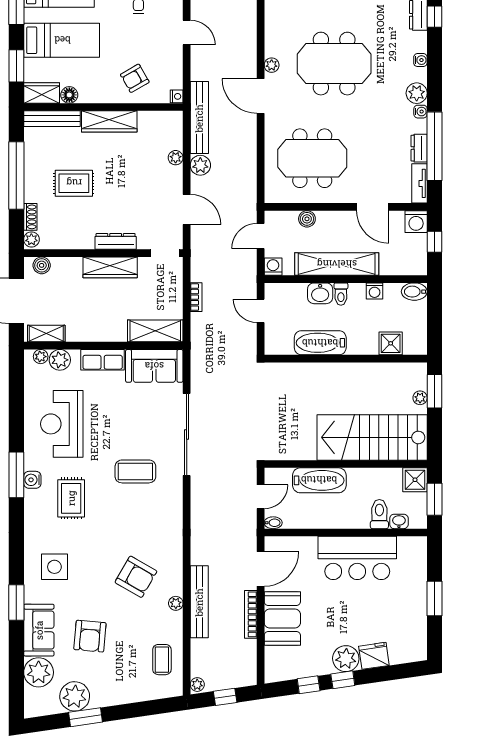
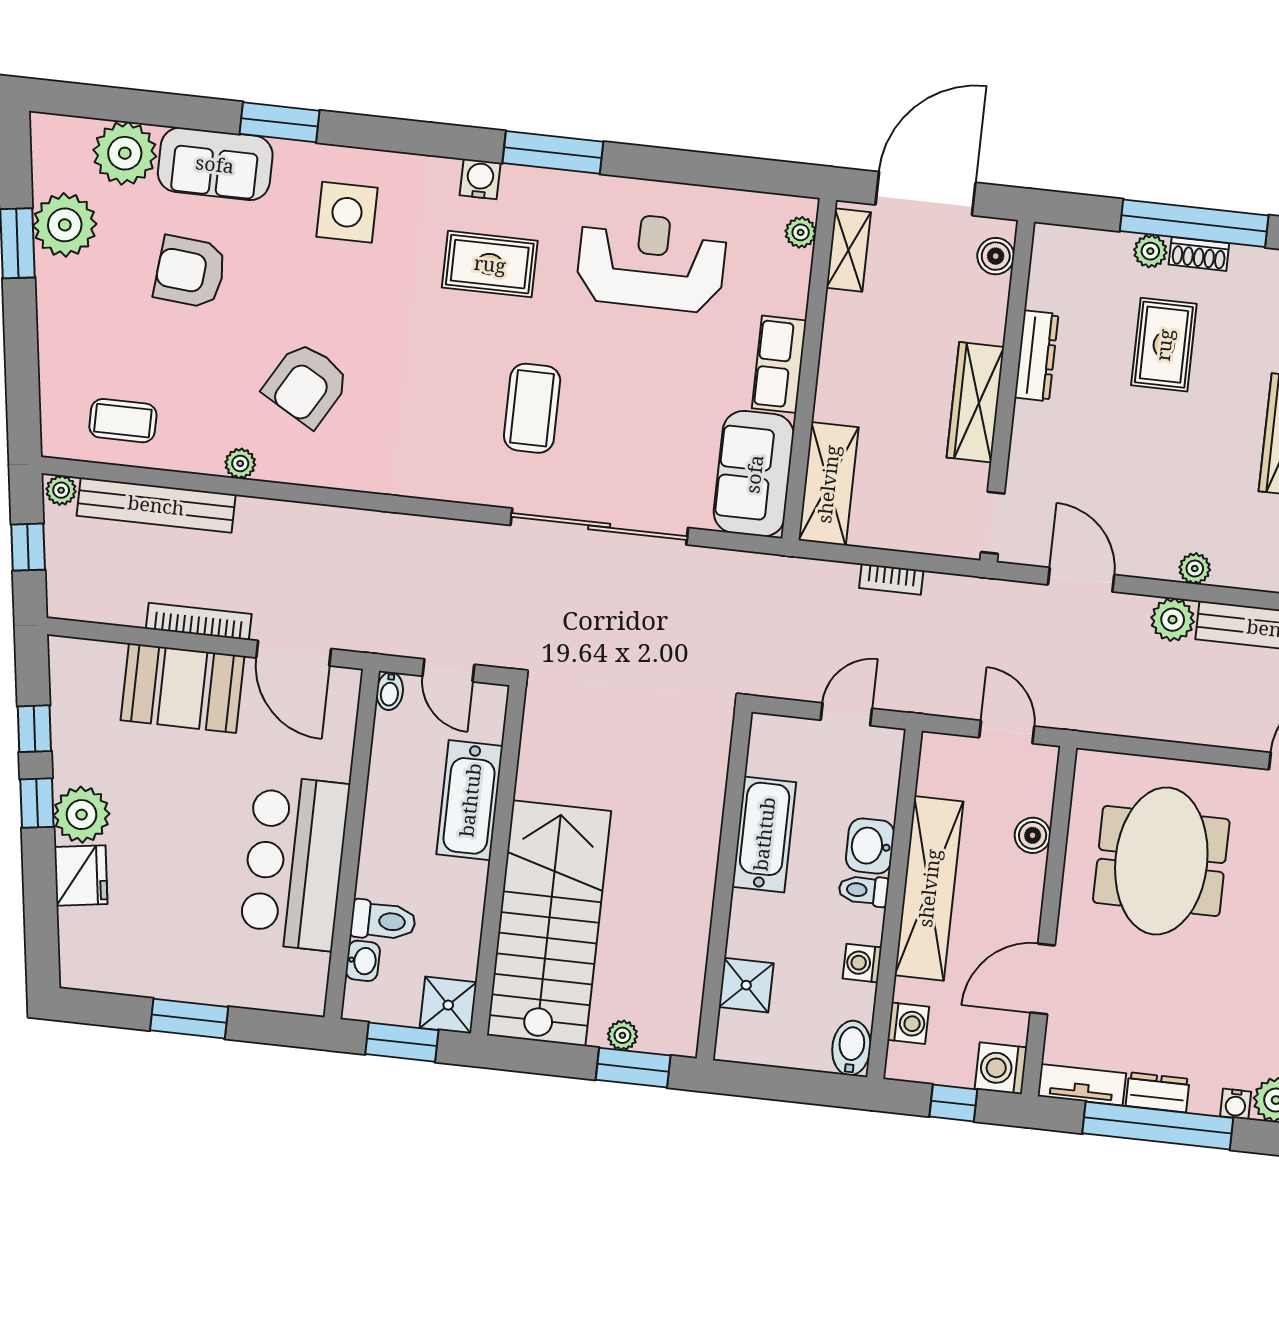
door: (187, 210) -> (1081, 580), swing flipped
shoe rack: (30, 217) -> (1199, 254), moved
plant: (31, 239) -> (1150, 251), moved
dresser: (116, 241) -> (1036, 356), moved
washing machine: (273, 267) -> (908, 1023), moved
plant: (60, 360) -> (789, 273), removed
water cooler: (32, 480) -> (480, 179), moved
bench: (199, 602) -> (156, 505), moved

